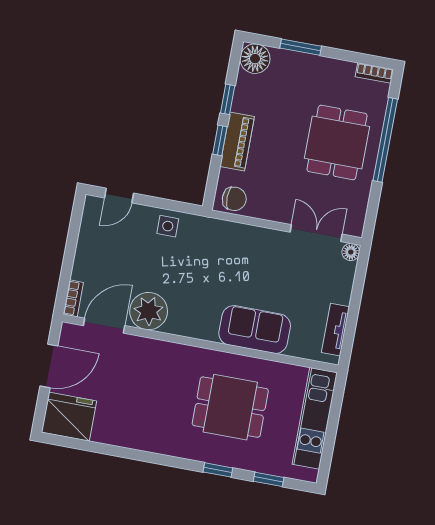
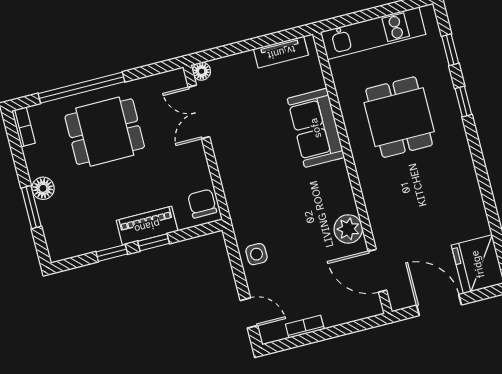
floor lamp: (255, 59) -> (43, 188), moved, width x0.73, depth x0.73
bookcase: (73, 298) -> (305, 327), moved
plant: (149, 311) -> (348, 229), width x0.73, depth x0.73

